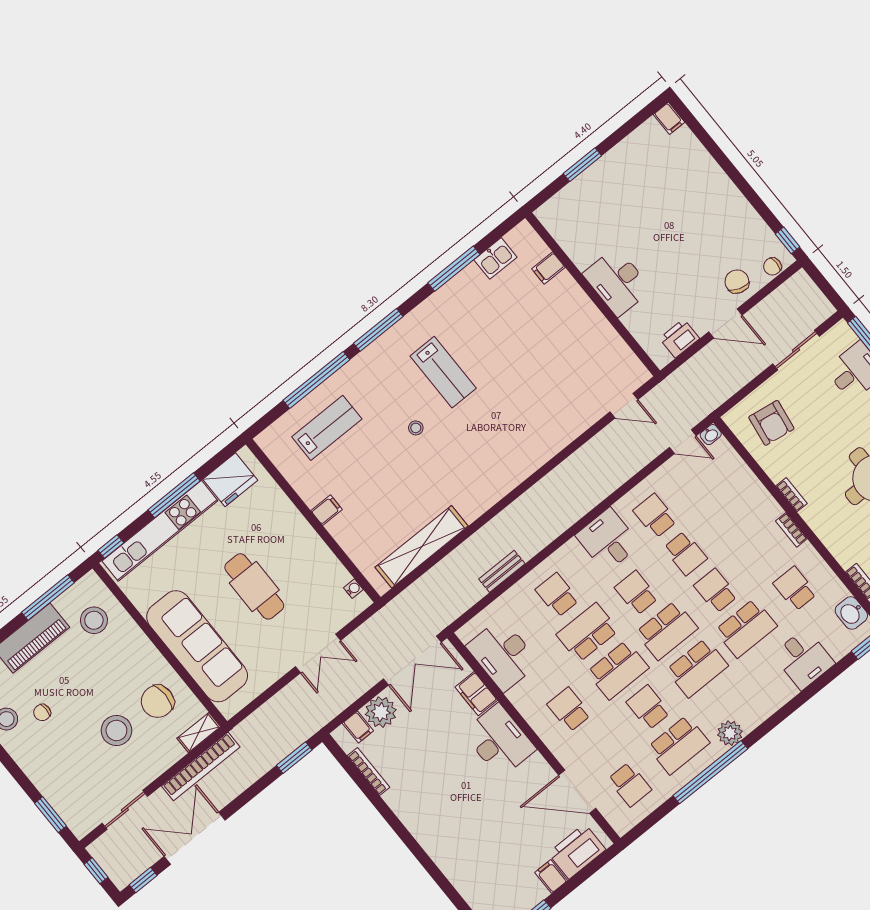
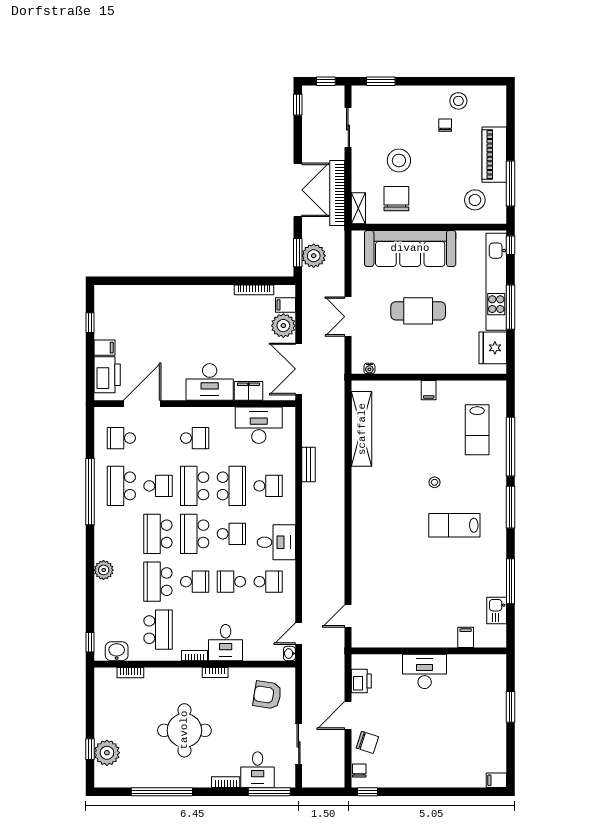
school desk: (795, 589) -> (158, 630), width x1.85
desk: (803, 659) -> (226, 643), moved, turned -90
plant: (730, 733) -> (104, 570), moved
plant: (284, 739) -> (314, 256), added
double door: (195, 838) -> (298, 190), moved

